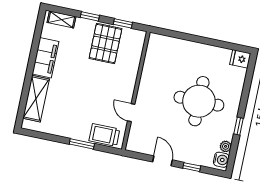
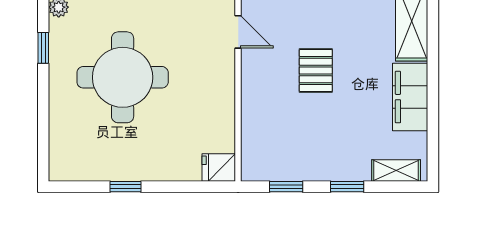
window: (210, 42) -> (126, 187), added
pallet: (105, 43) -> (316, 71), moved, width x0.67, depth x0.71
fridge: (240, 59) -> (219, 168), moved, turned 180

